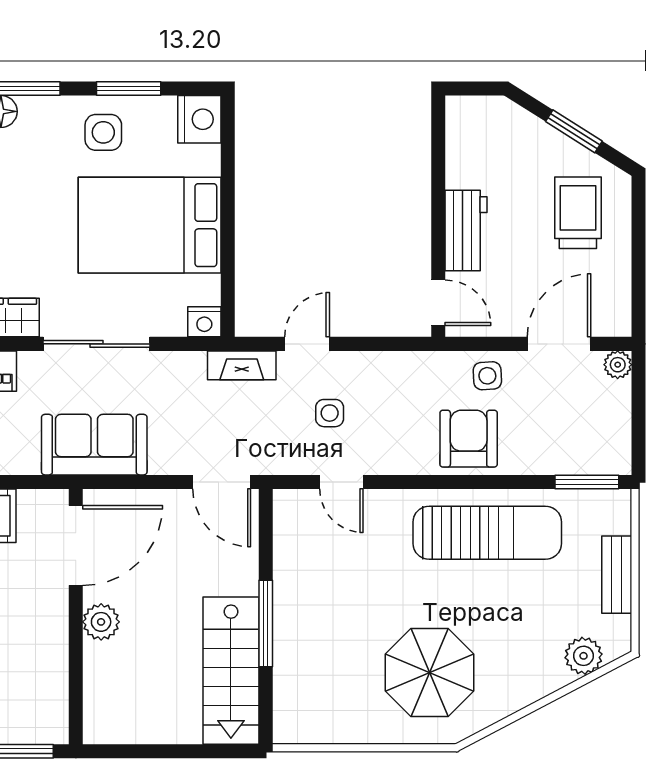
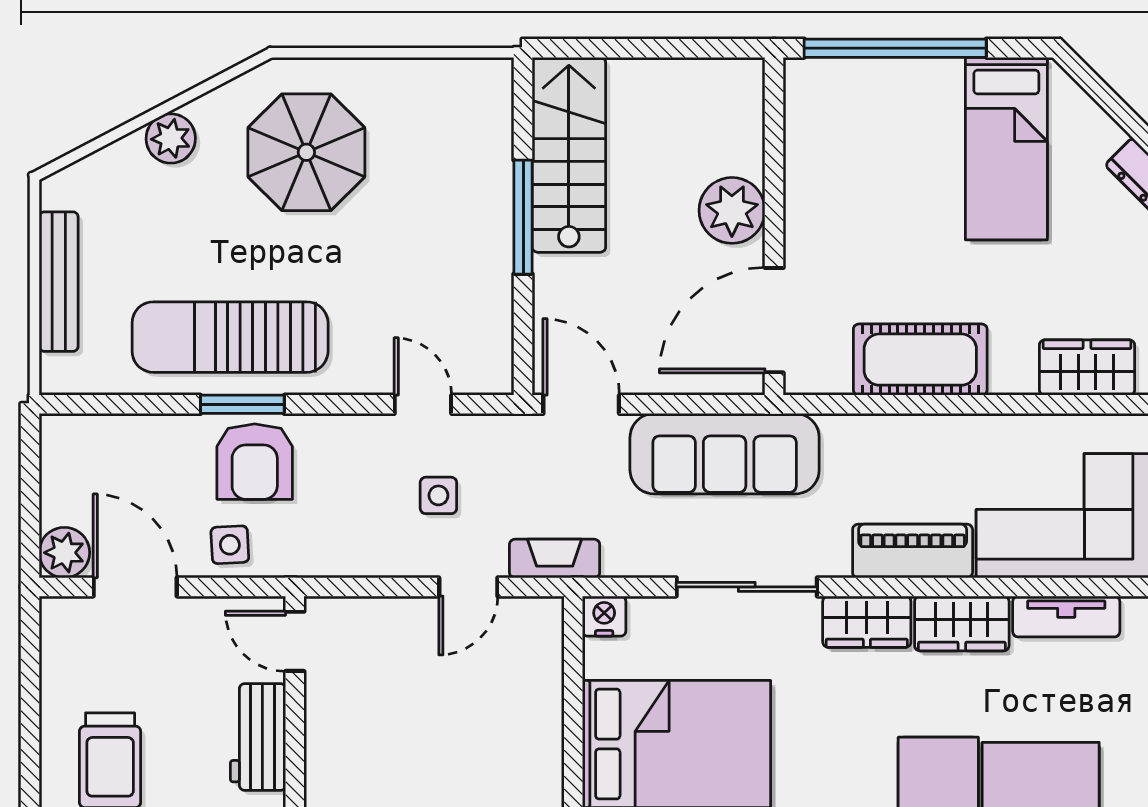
door: (559, 344) -> (135, 587), swing flipped
plant: (618, 365) -> (64, 553), width x1.38, depth x1.38
sofa: (94, 445) -> (725, 454), width x1.36
window: (587, 482) -> (242, 404), moved
bench: (617, 575) -> (59, 282), width x1.36
plant: (101, 622) -> (732, 210), width x1.36, depth x1.36
plant: (584, 656) -> (171, 138), moved

